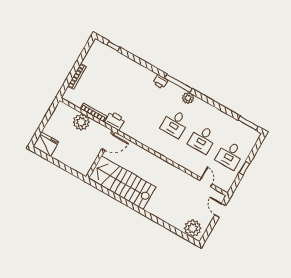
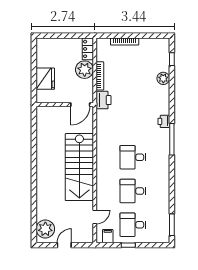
plant: (188, 98) -> (163, 78), moved
locker: (66, 110) -> (88, 49), added
door: (108, 142) -> (80, 105), hinge flipped
fridge: (46, 144) -> (45, 79), moved
filing cabinet: (227, 181) -> (108, 236), added
stairs: (122, 183) -> (79, 167), moved, turned 180
door: (220, 210) -> (64, 245), moved

